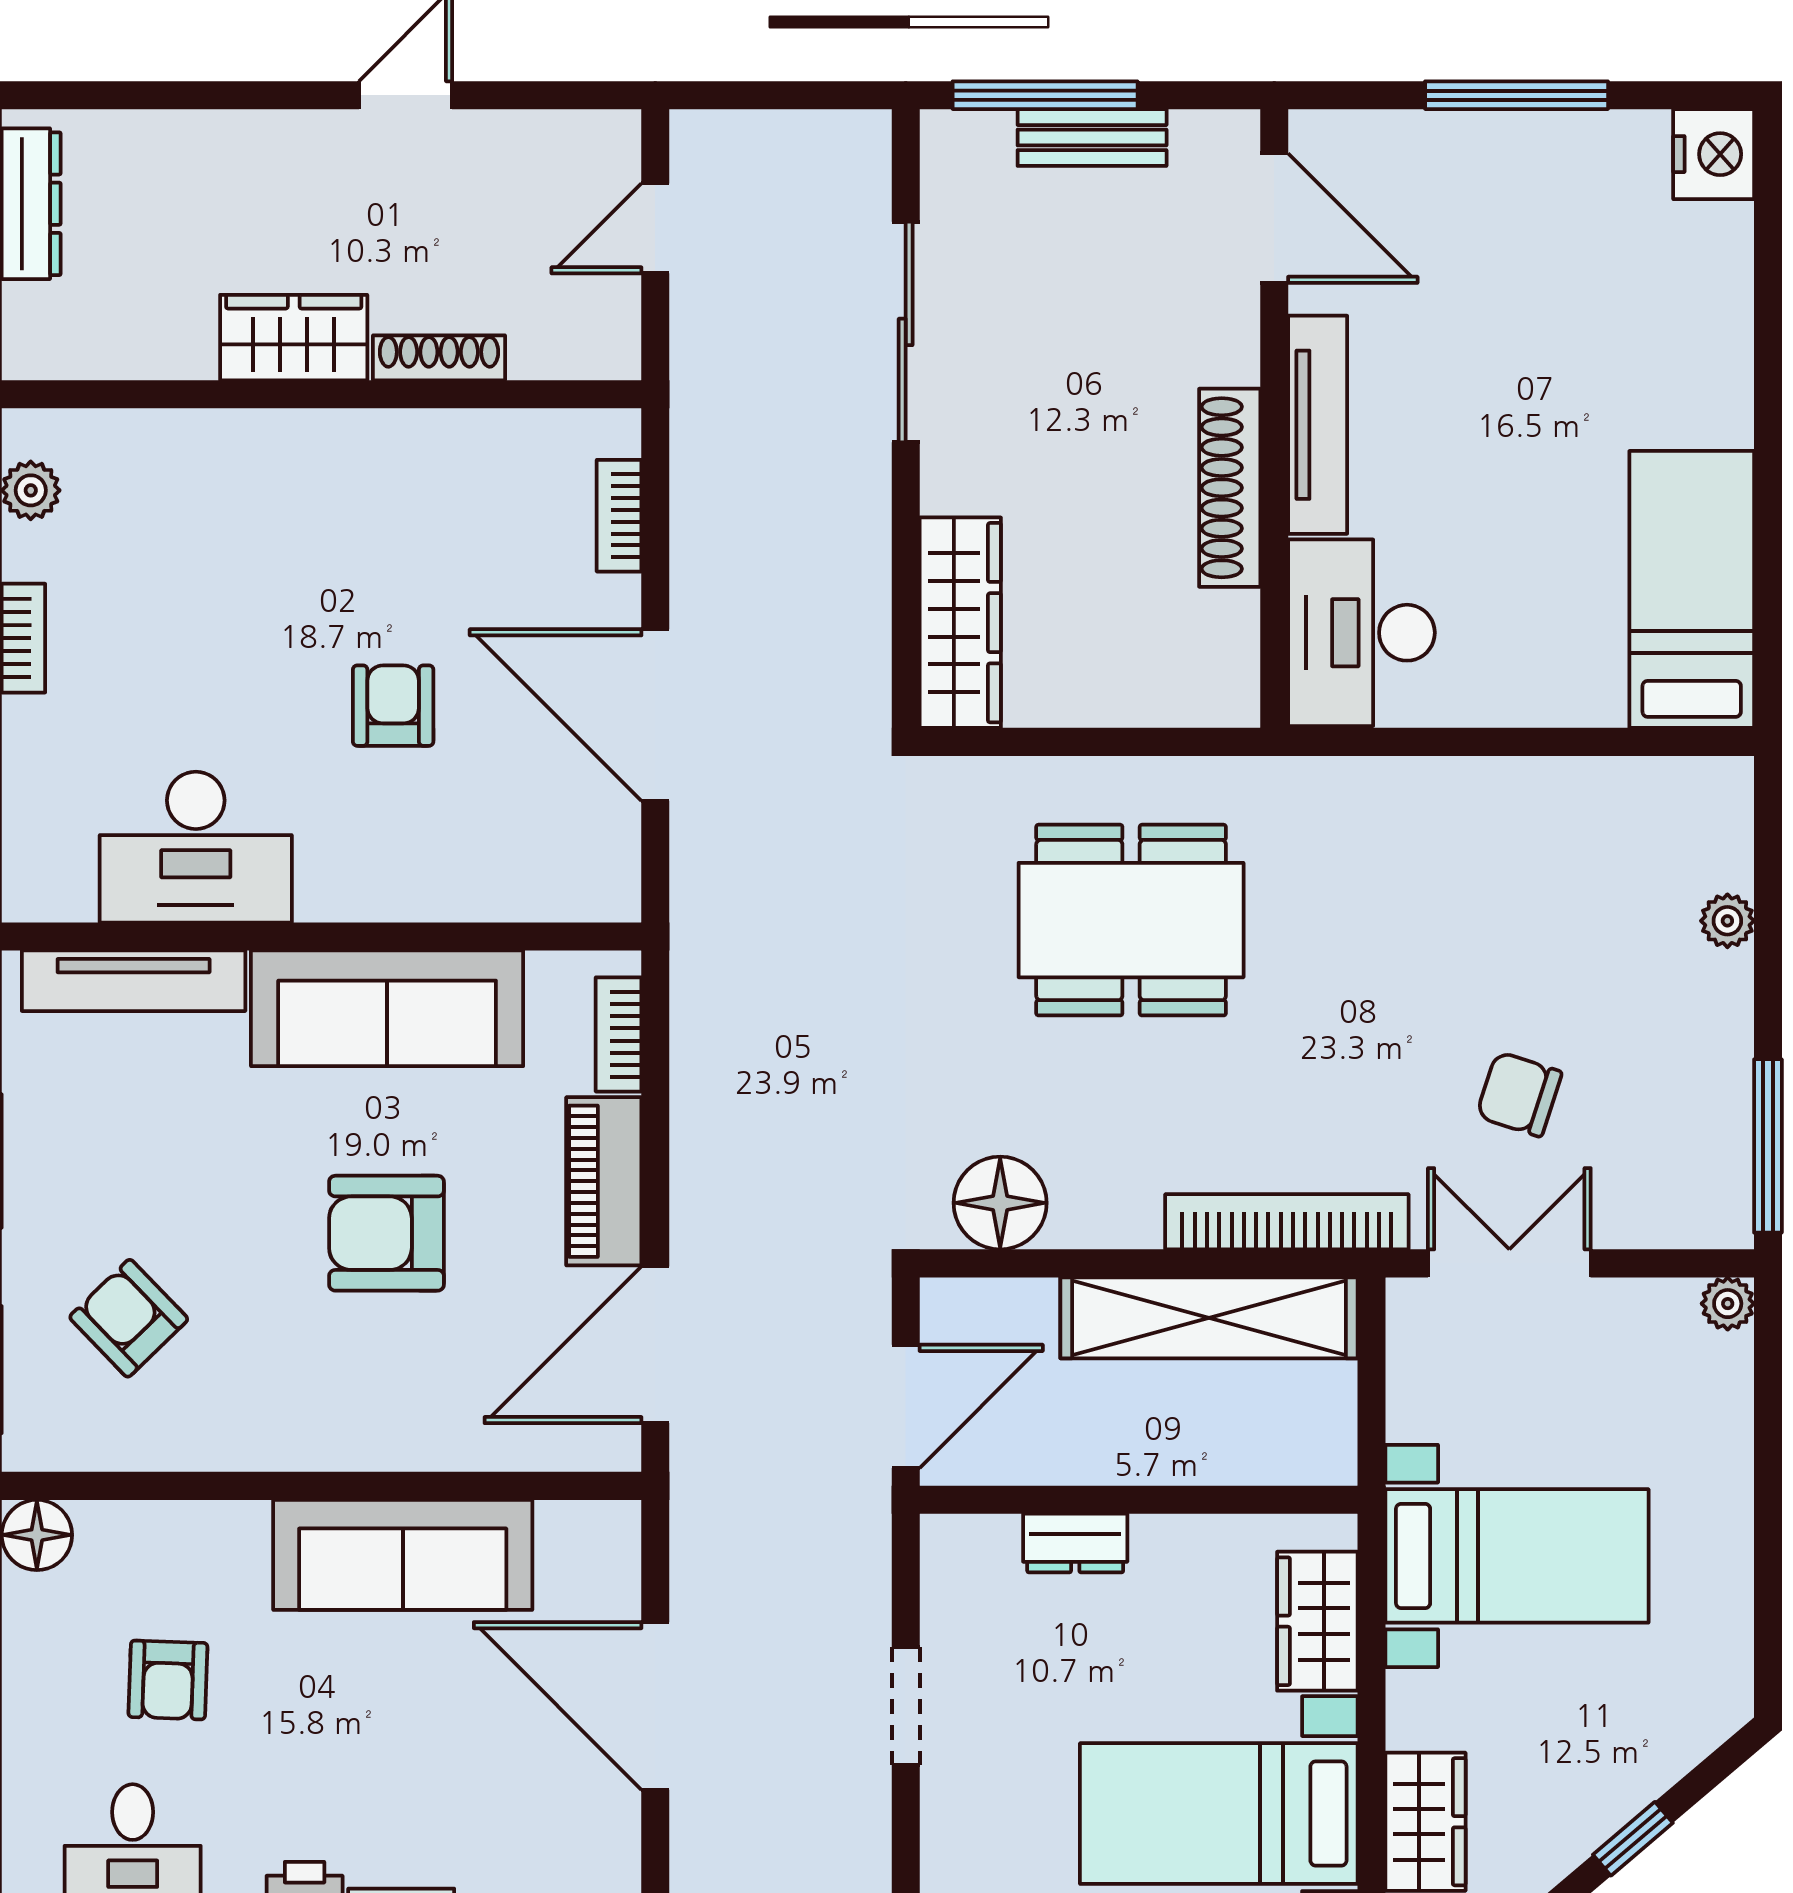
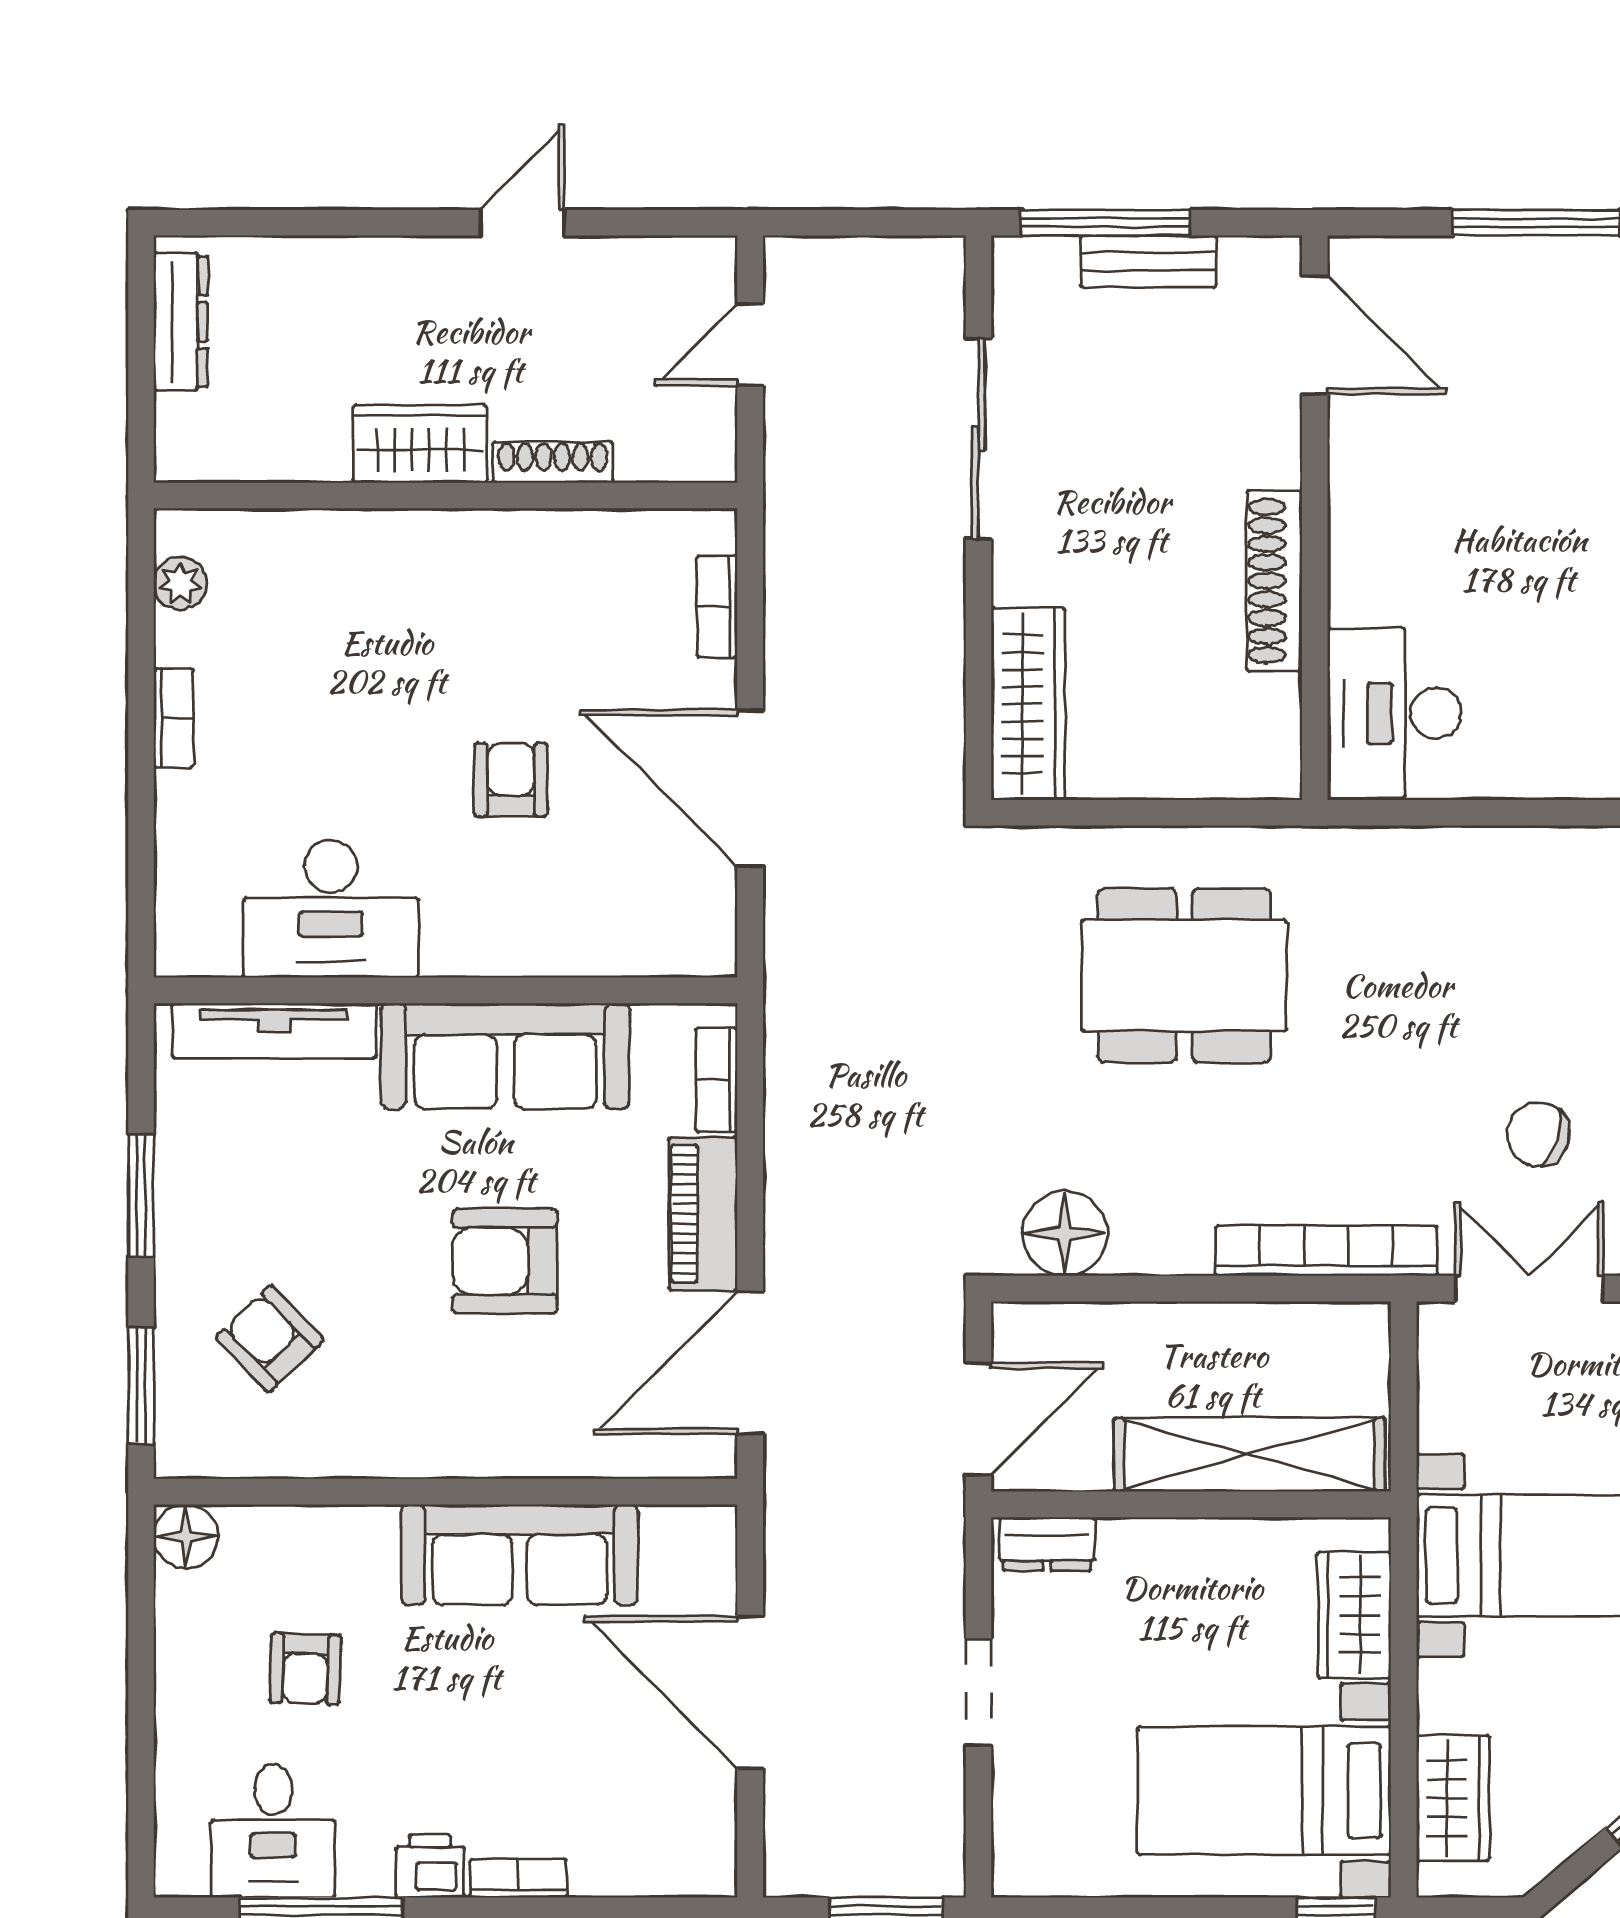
tv unit: (1318, 425) -> (1354, 523), removed
shelving: (1209, 1318) -> (1250, 1455), moved
dresser: (1075, 1543) -> (1047, 1544), moved

